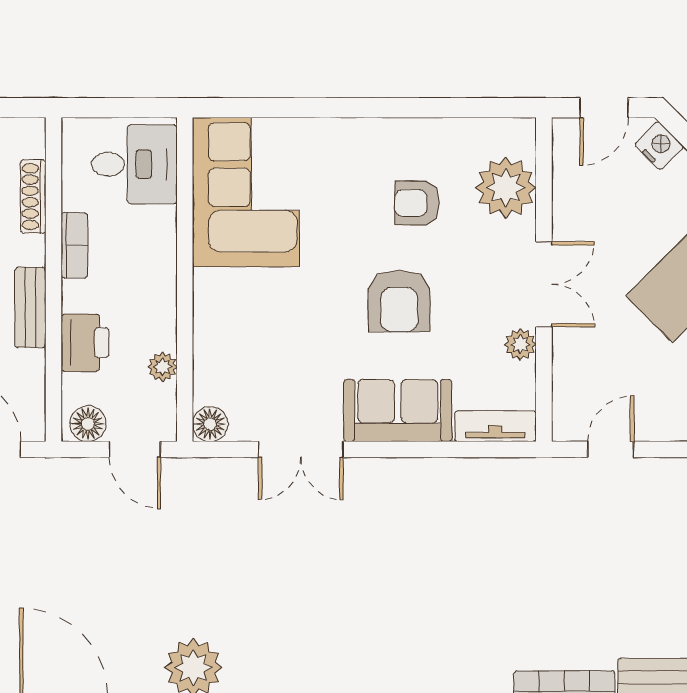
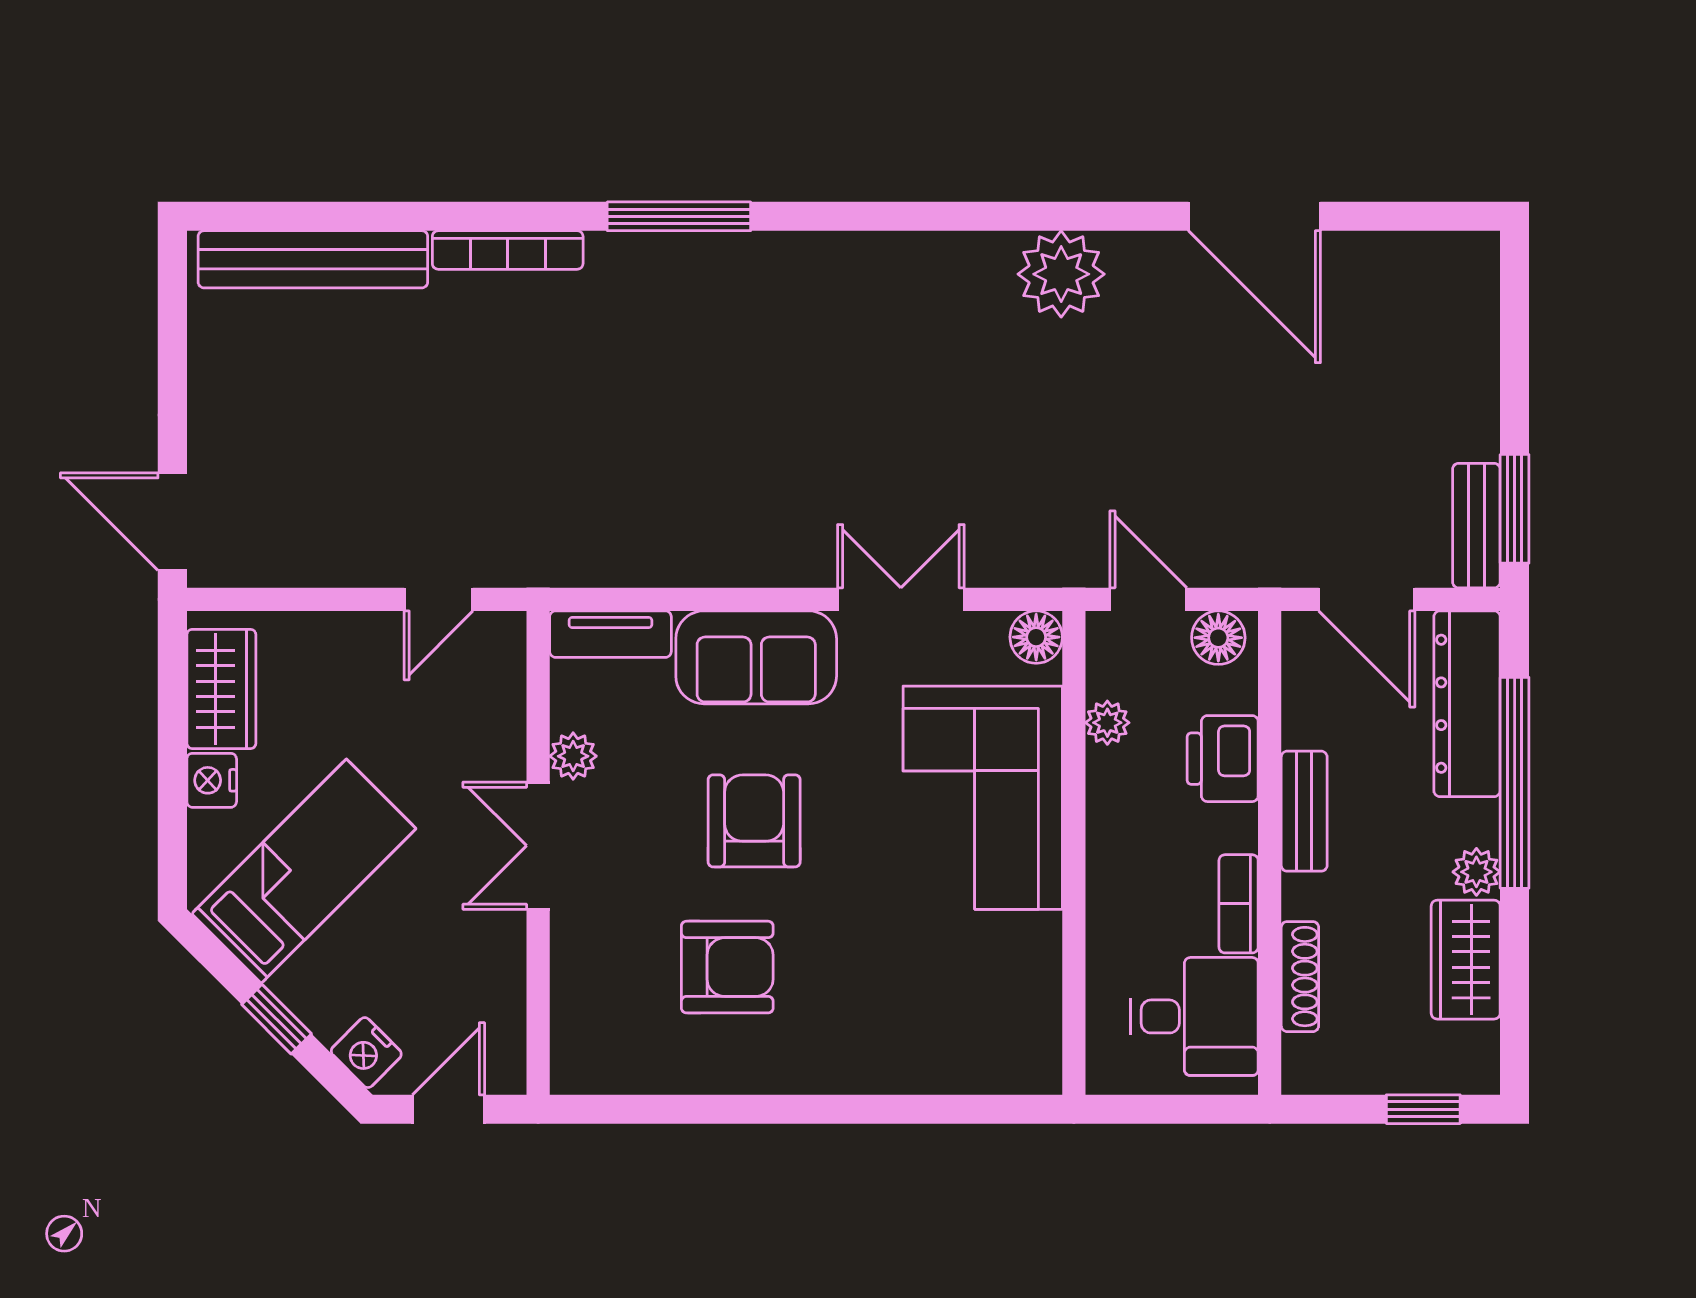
desk: (134, 164) -> (1195, 1016), moved, turned 180
plant: (506, 188) -> (595, 990), removed
corner sofa: (246, 192) -> (983, 798), moved
armchair: (417, 203) -> (727, 967), width x1.38, depth x1.38

